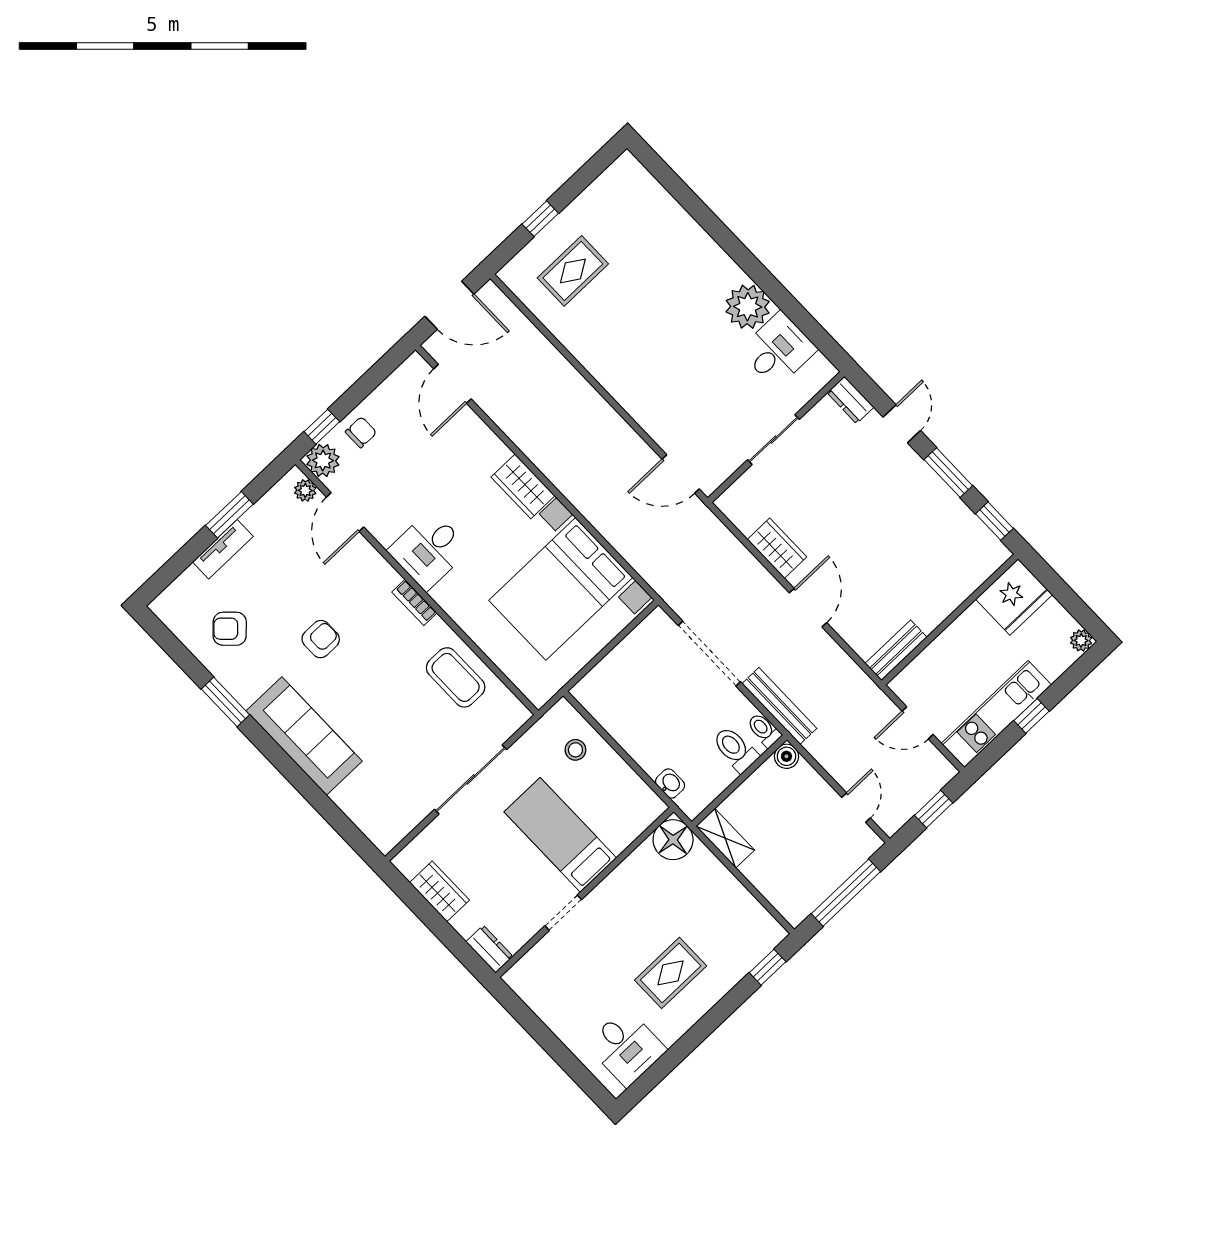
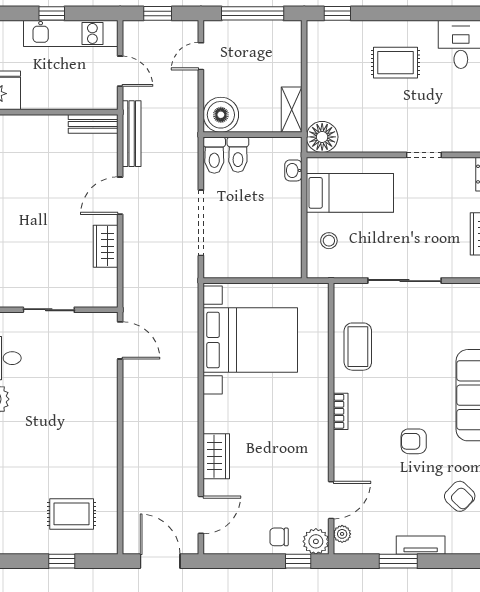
wardrobe: (523, 486) -> (216, 456), moved
desk: (429, 550) -> (304, 433), removed
bench: (779, 706) -> (132, 134), moved
toilet: (764, 730) -> (214, 155), width x1.37, depth x1.39
boiler: (786, 756) -> (221, 115), width x1.86, depth x1.86
bed: (560, 835) -> (350, 193), moved, turned -90

